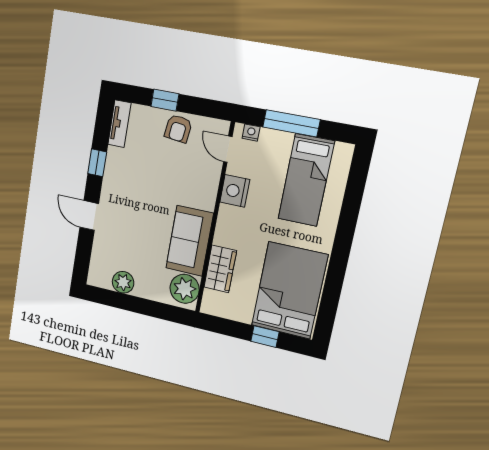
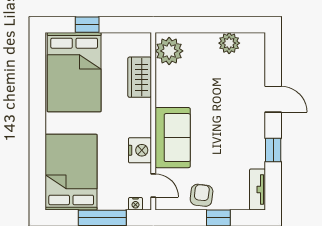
bed: (306, 180) -> (71, 172), width x1.50
sofa: (190, 241) -> (173, 138), moved

